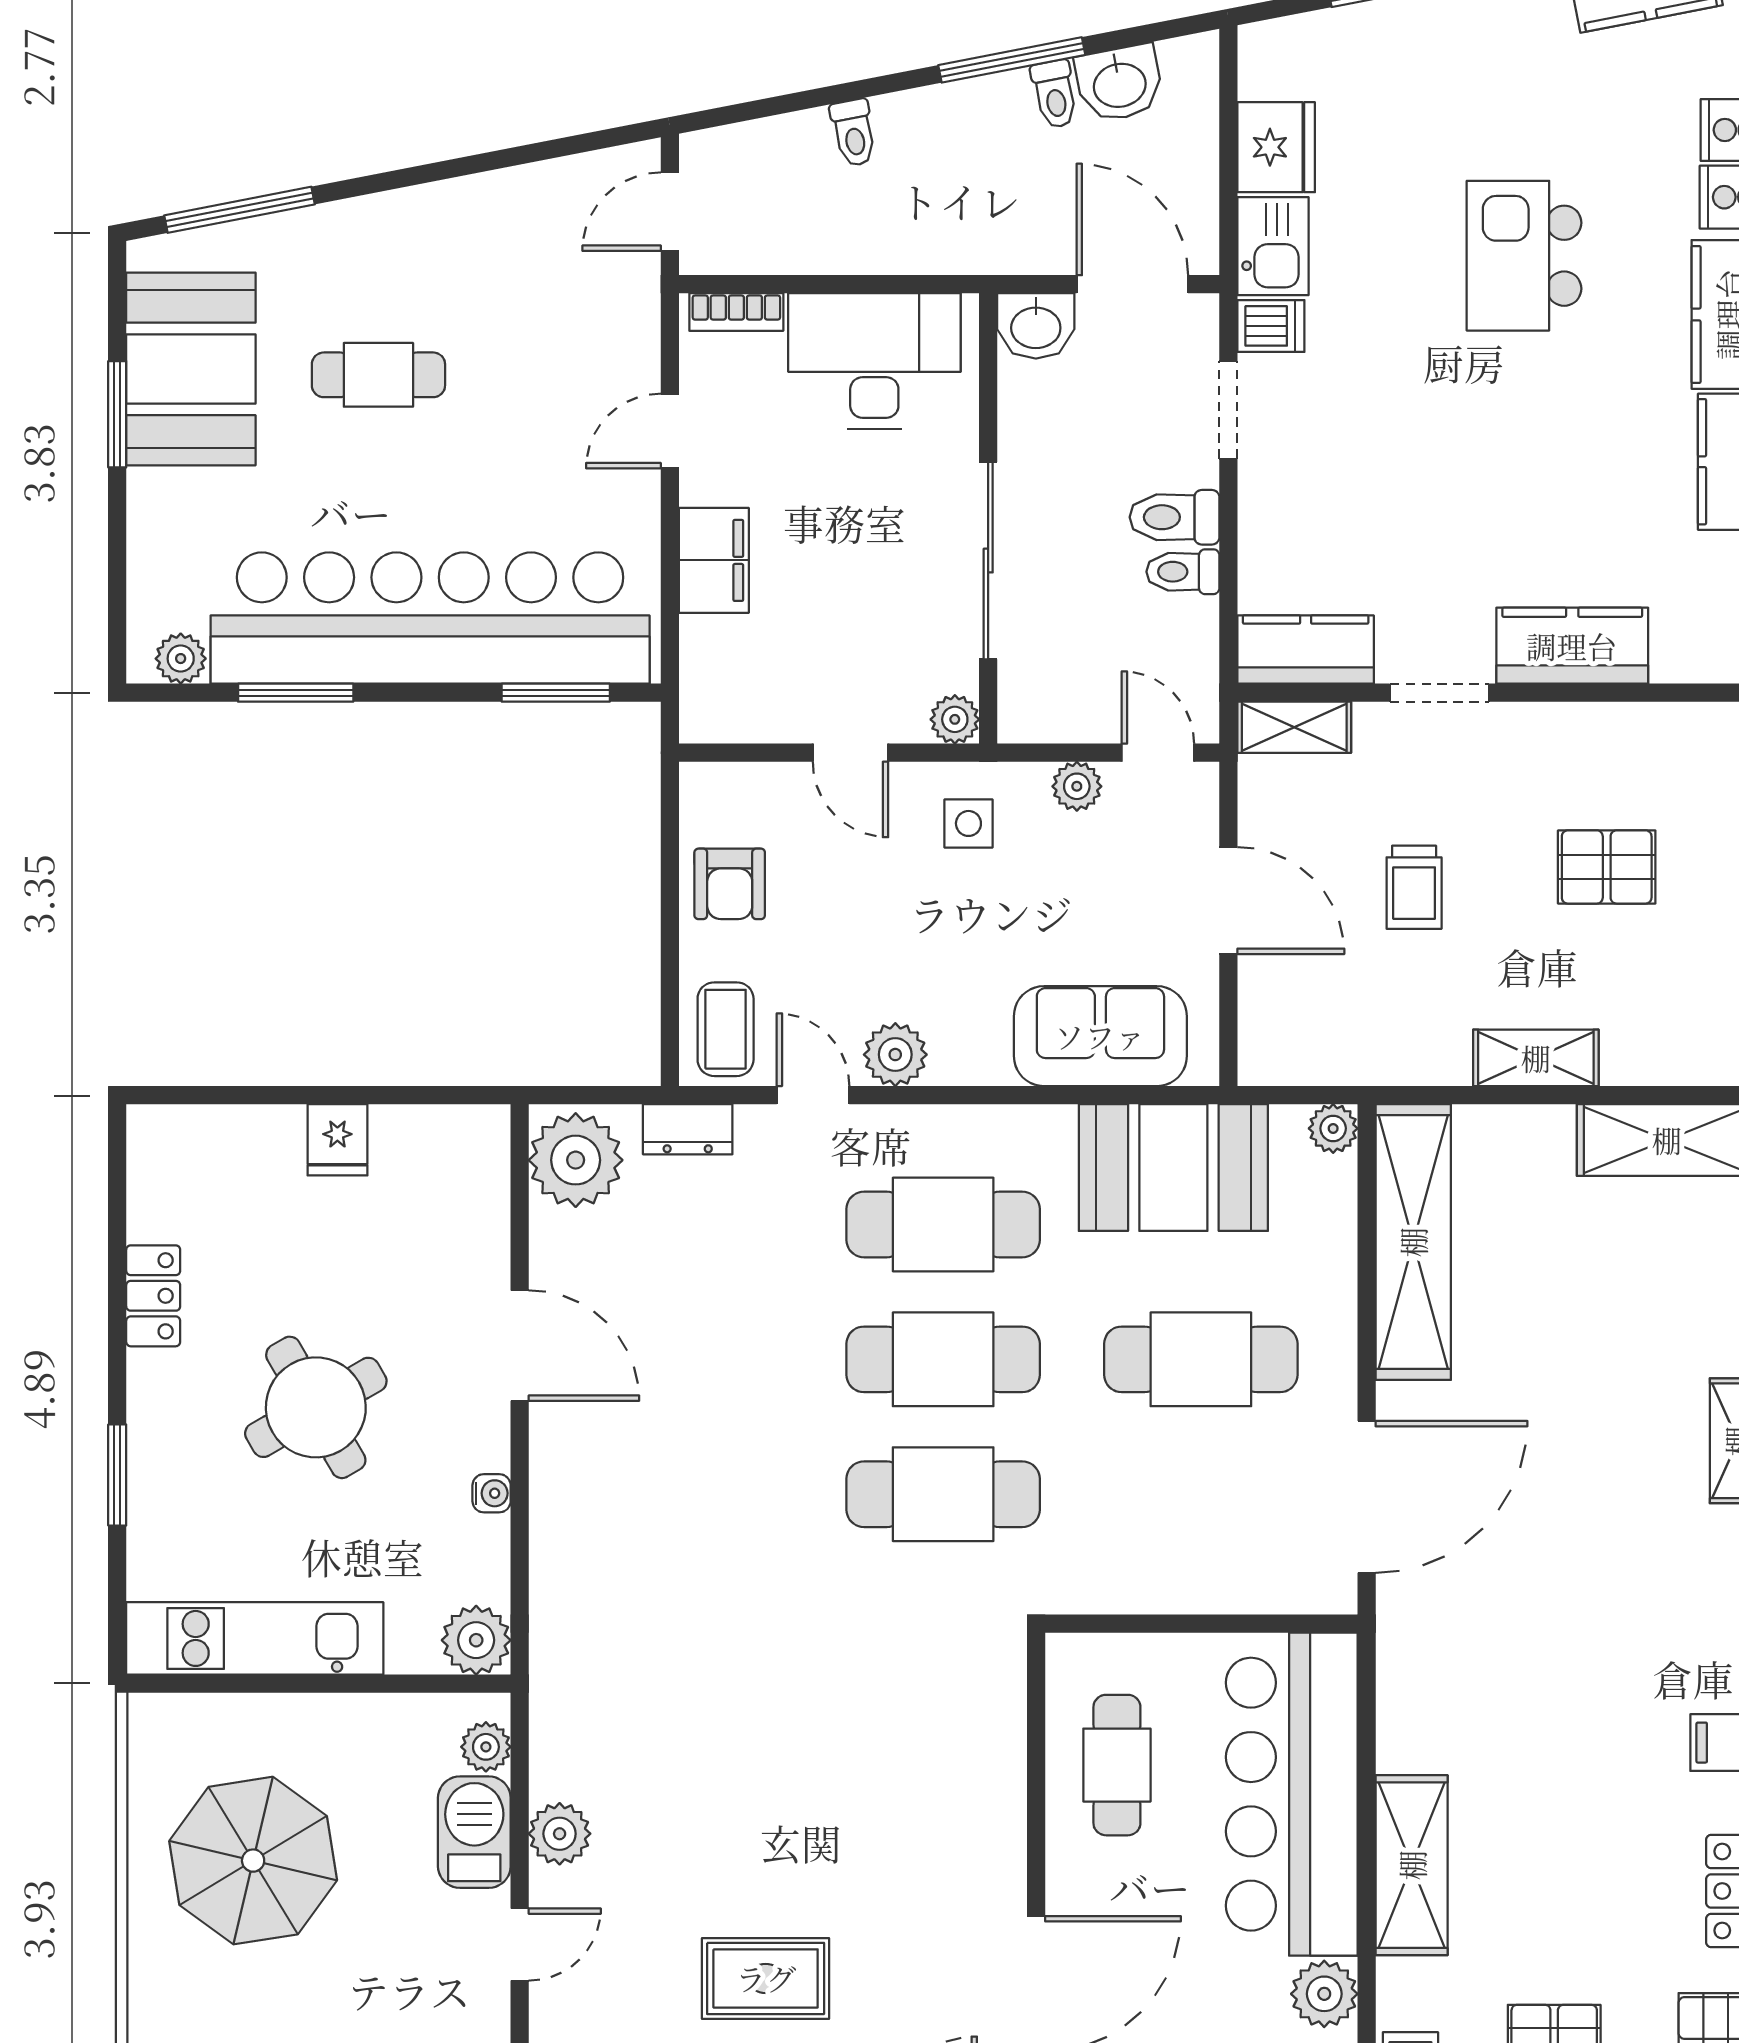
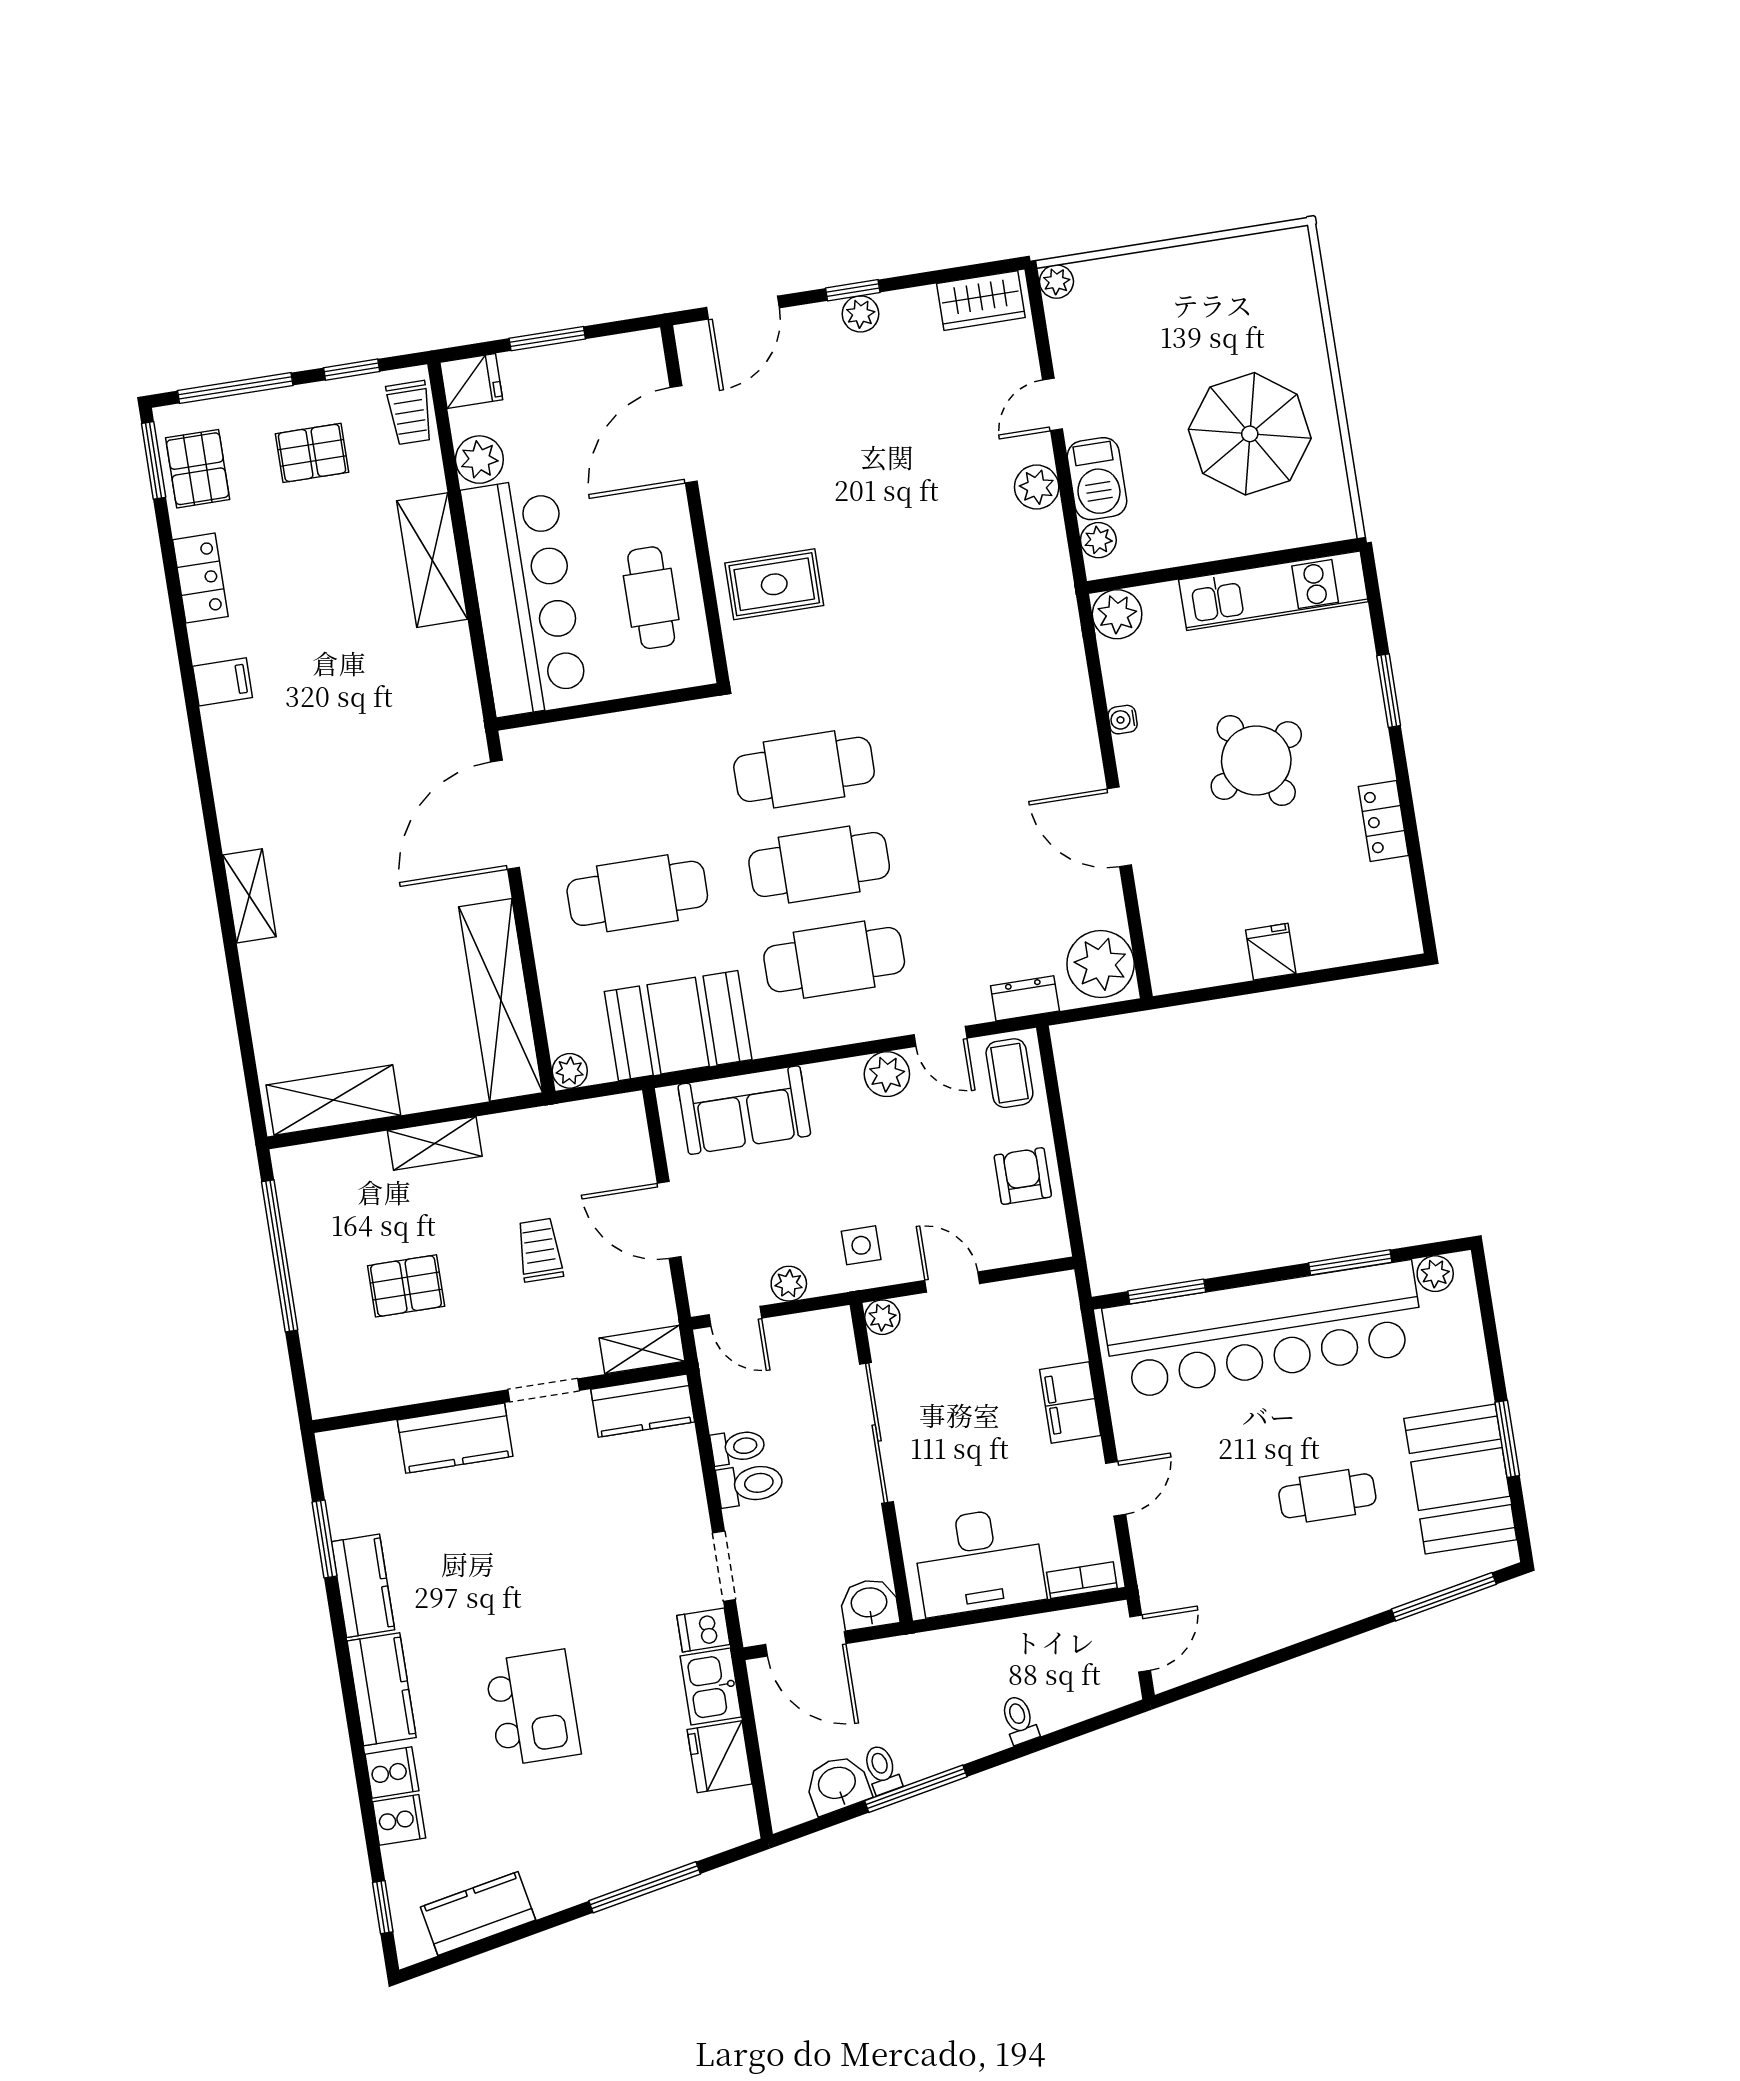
rug: (766, 1978) -> (774, 584), moved

